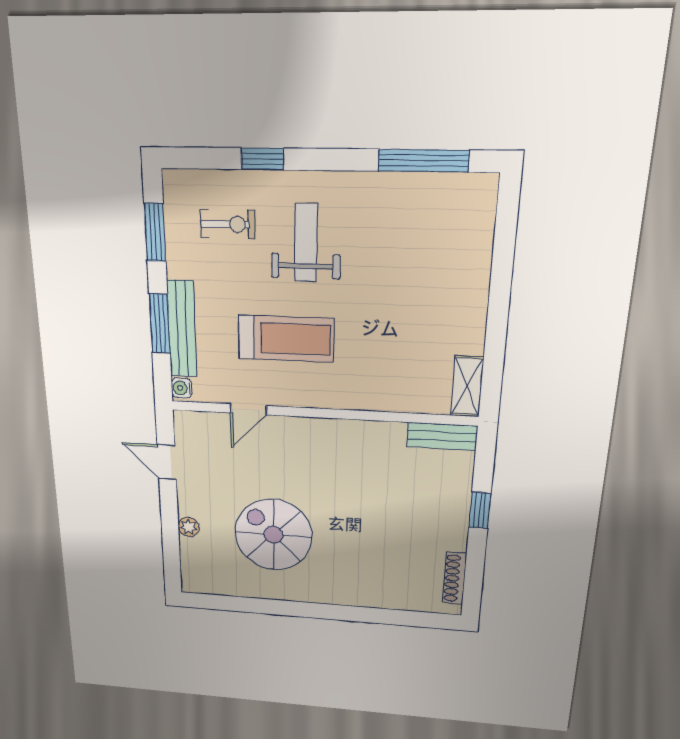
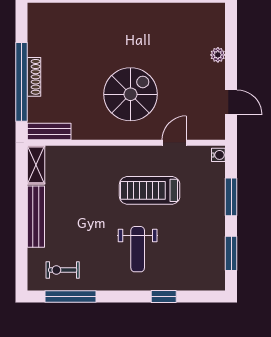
exercise bike: (228, 224) -> (63, 270), moved
bench: (182, 329) -> (36, 217), moved
window: (480, 510) -> (21, 82), width x3.17
spiral stairs: (273, 535) -> (130, 94), moved, turned -90
shoe rack: (455, 578) -> (34, 77), moved

